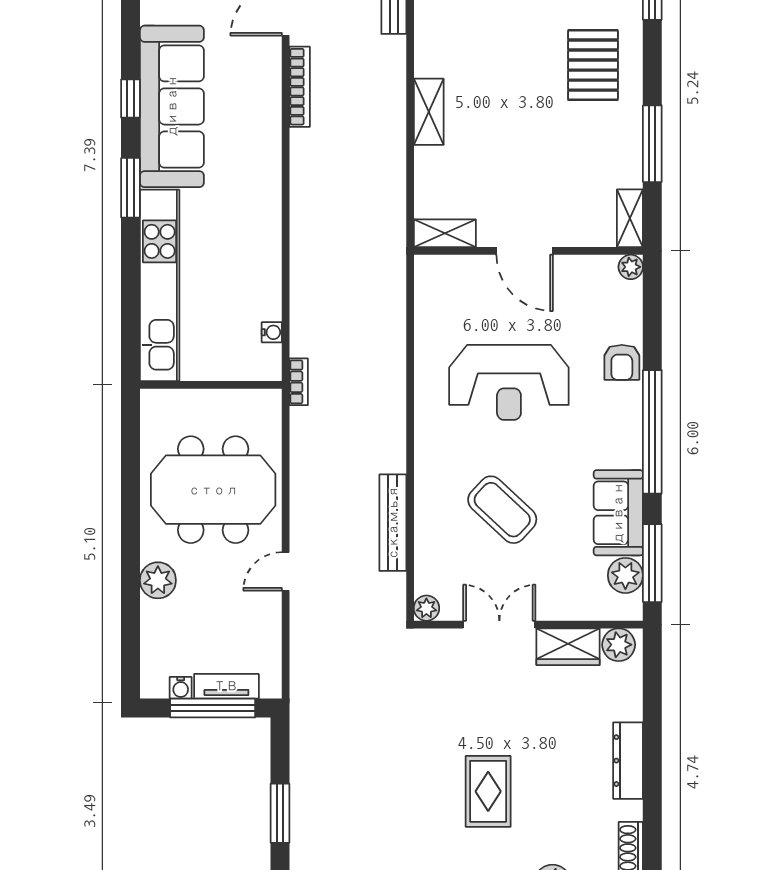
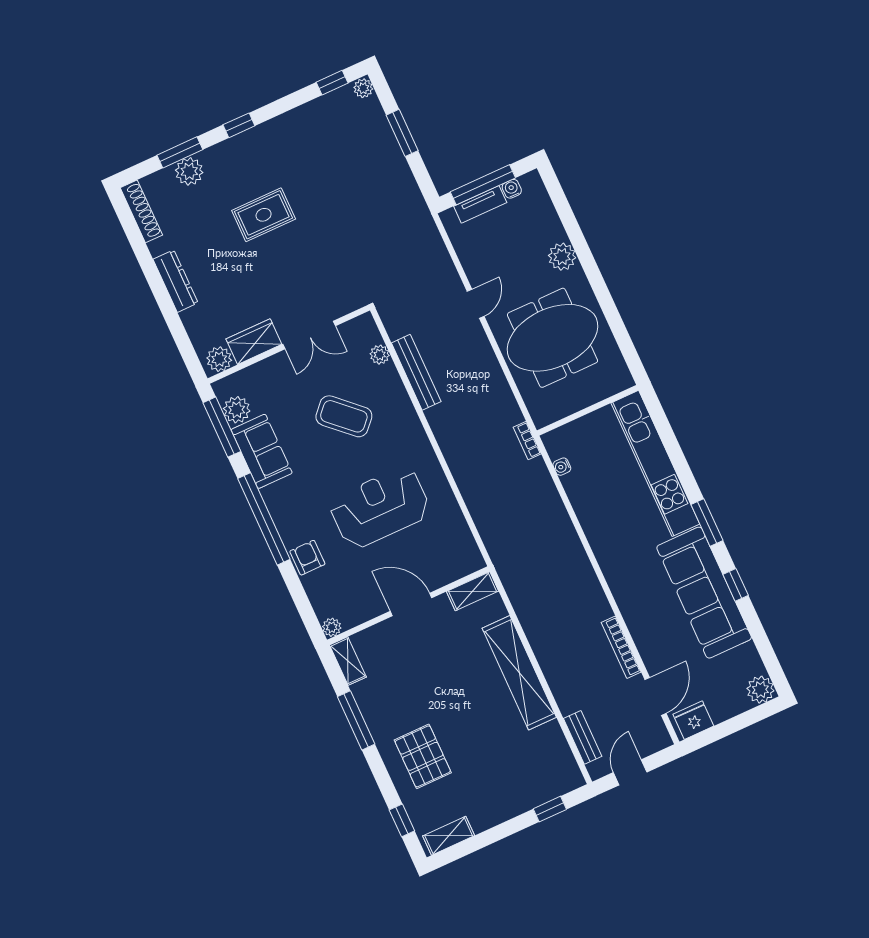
shelving: (429, 112) -> (519, 673), width x2.20, depth x1.33
plant: (426, 608) -> (380, 355), moved
rug: (488, 791) -> (264, 215), turned 90

